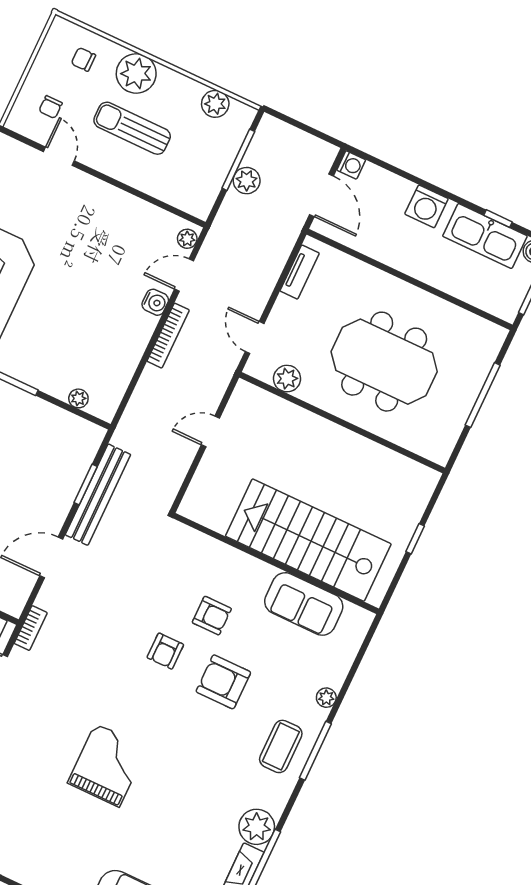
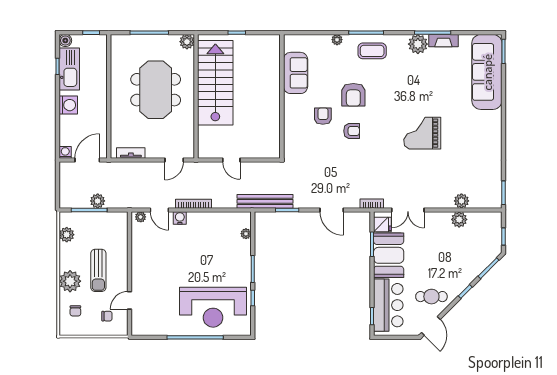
plant: (287, 379) -> (187, 42), moved
bench: (98, 495) -> (265, 201), moved
stairs: (308, 540) -> (215, 83), moved, turned 180

